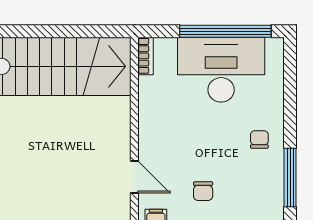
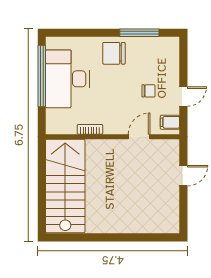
bookcase: (145, 56) -> (90, 129), moved
chair: (259, 139) -> (114, 53), width x1.87, depth x1.87

